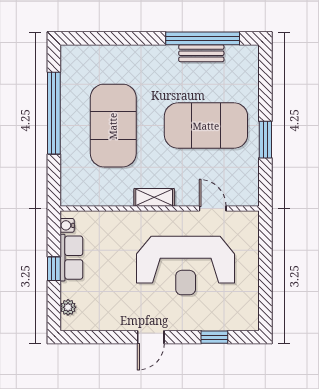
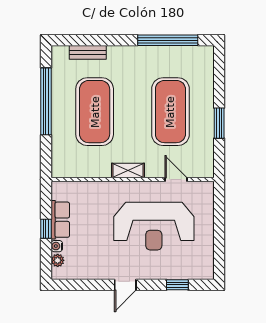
bench: (201, 53) -> (88, 52), moved
exercise mat: (206, 126) -> (170, 112), turned 90
water cooler: (67, 225) -> (57, 246), moved

